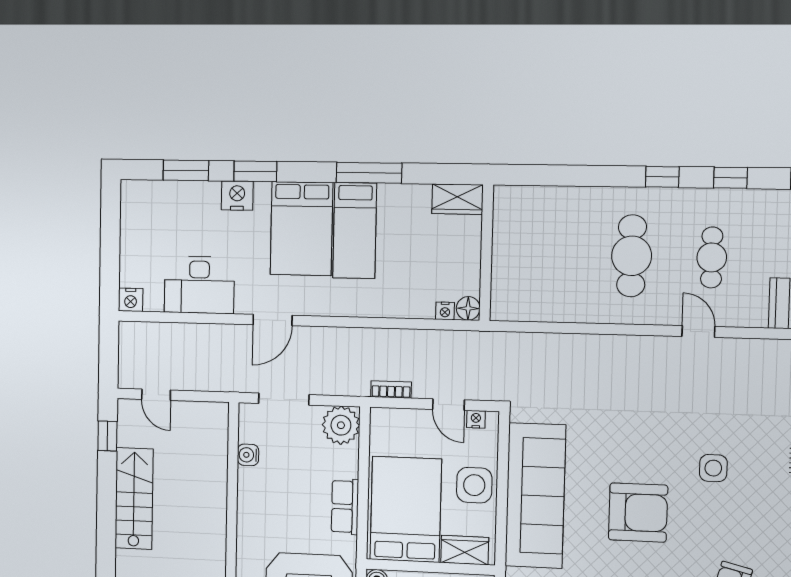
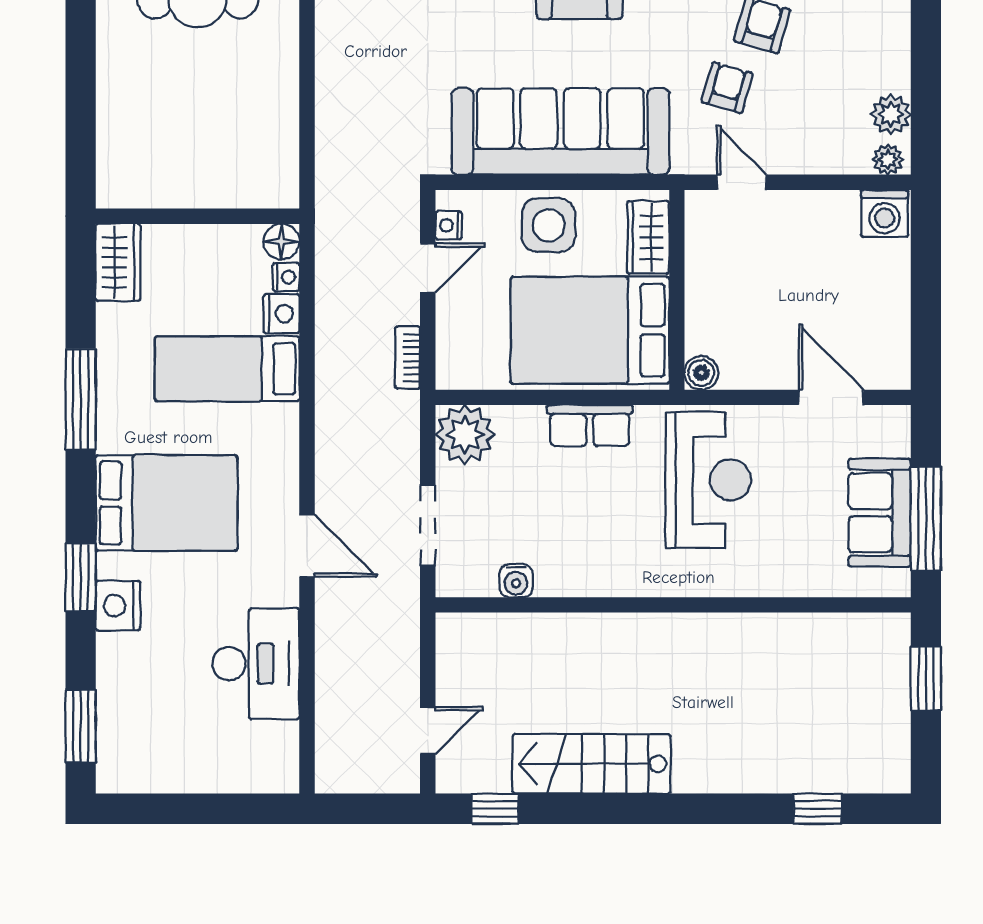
window: (186, 170) -> (81, 726), moved
bed: (355, 231) -> (227, 369), moved, turned 180
nightstand: (131, 300) -> (282, 314), moved

